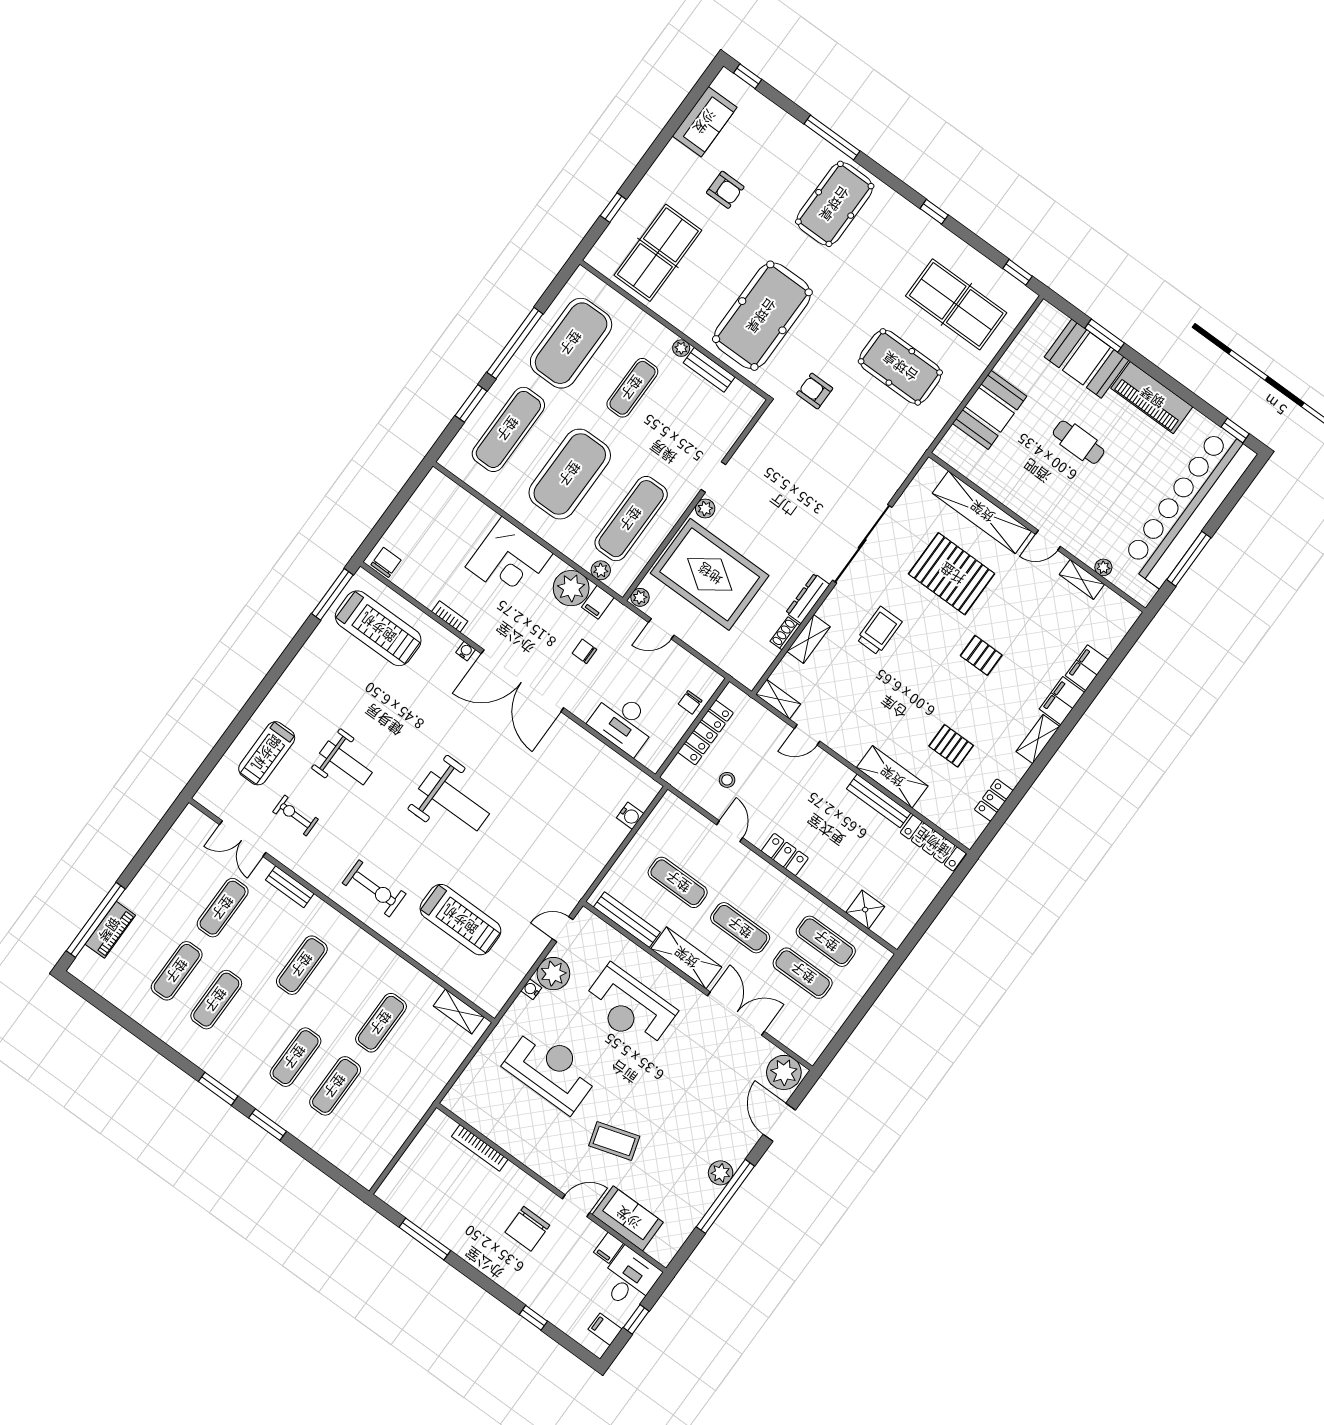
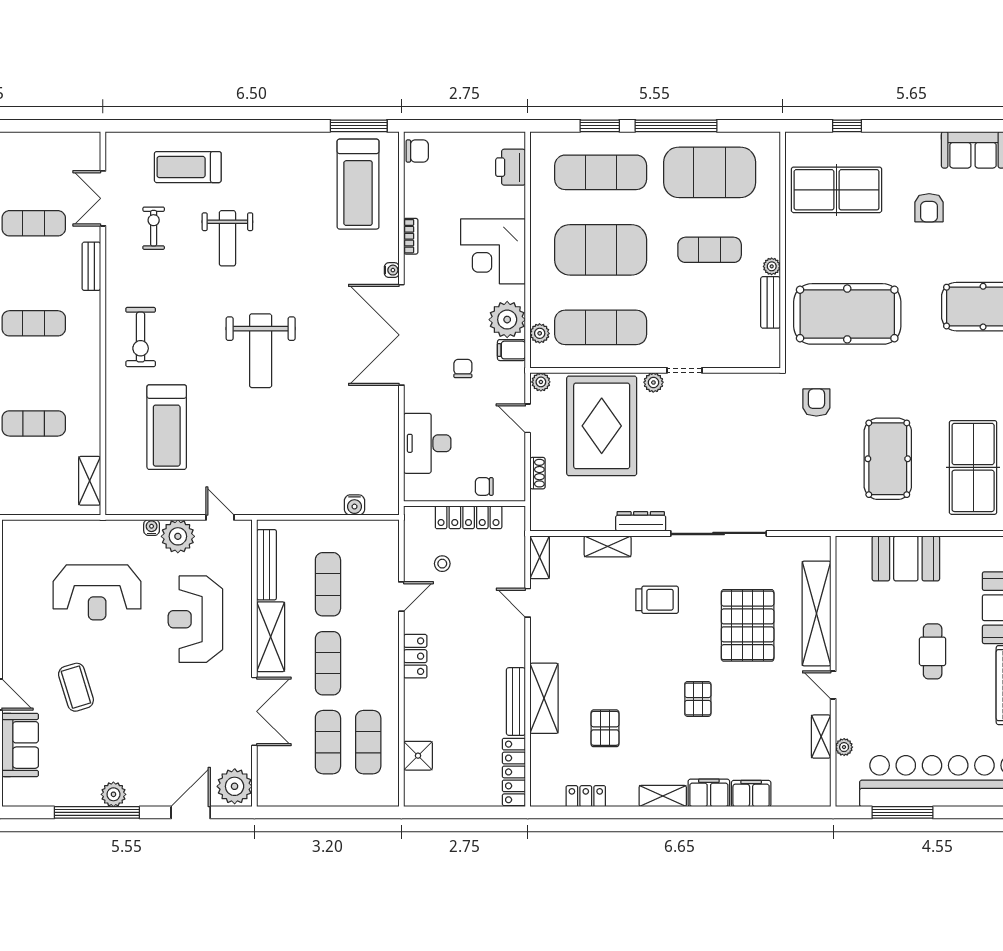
printer: (452, 498) -> (511, 167), added
shoe rack: (785, 633) -> (538, 473), moved, turned 90
reception desk: (551, 1070) -> (97, 592), turned 90

